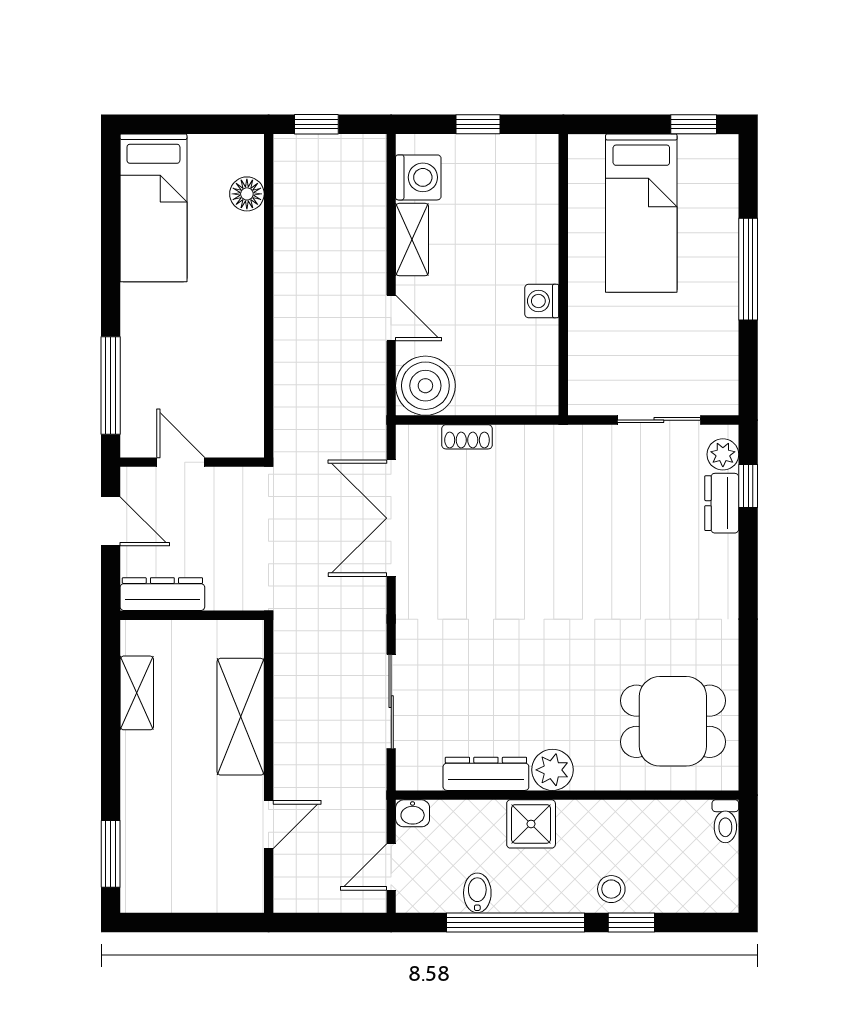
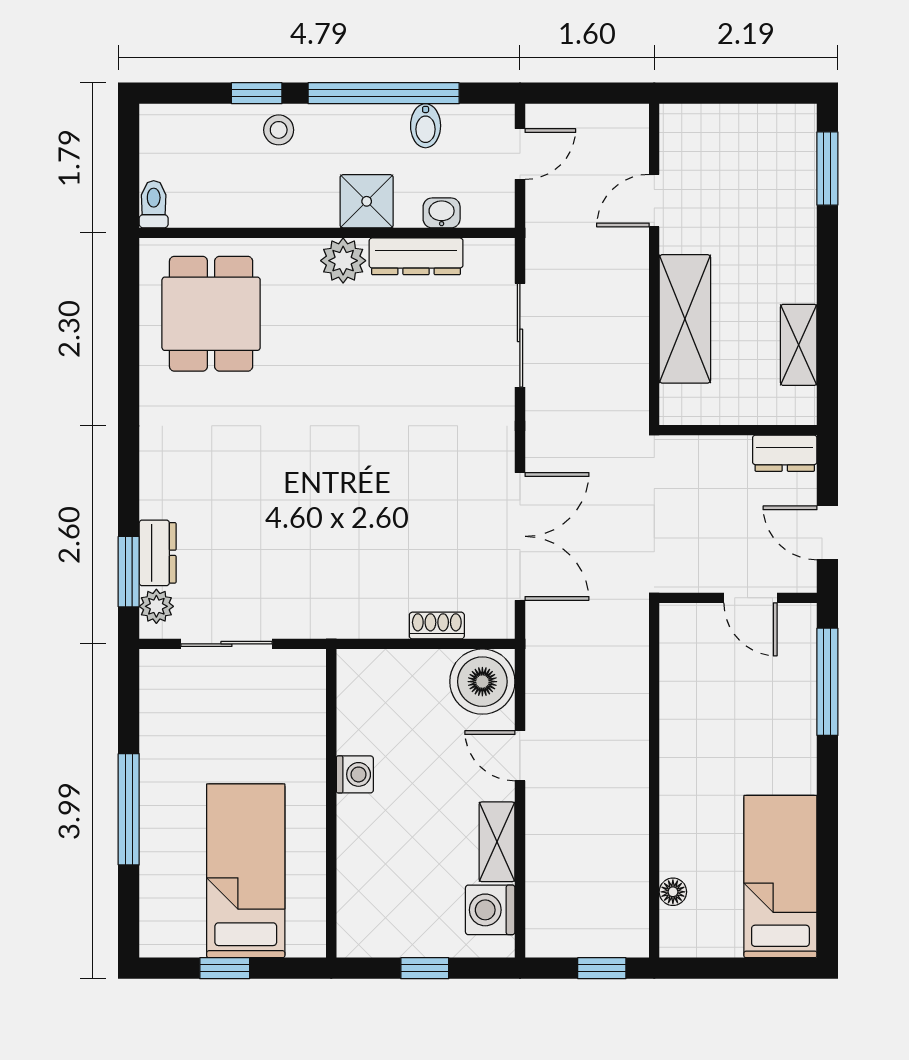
window: (694, 124) -> (225, 968), moved
floor lamp: (247, 194) -> (673, 892), width x0.73, depth x0.73
window: (748, 486) -> (129, 572), width x1.50
dresser: (162, 594) -> (785, 453), width x0.70
dining table: (673, 721) -> (211, 314), turned 90
washbasin: (413, 813) -> (442, 213), moved

